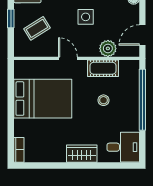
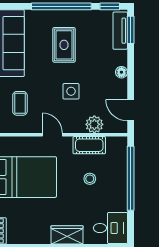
coffee table: (37, 28) -> (20, 103), turned -58
door: (142, 35) -> (131, 110), hinge flipped

